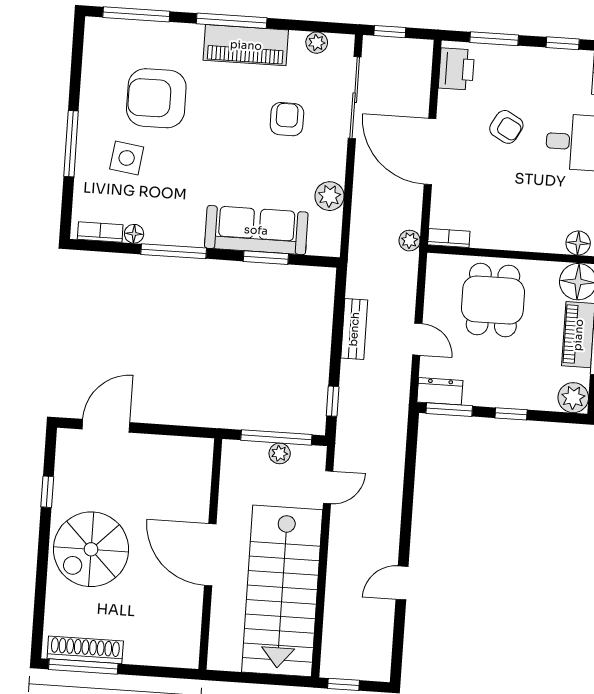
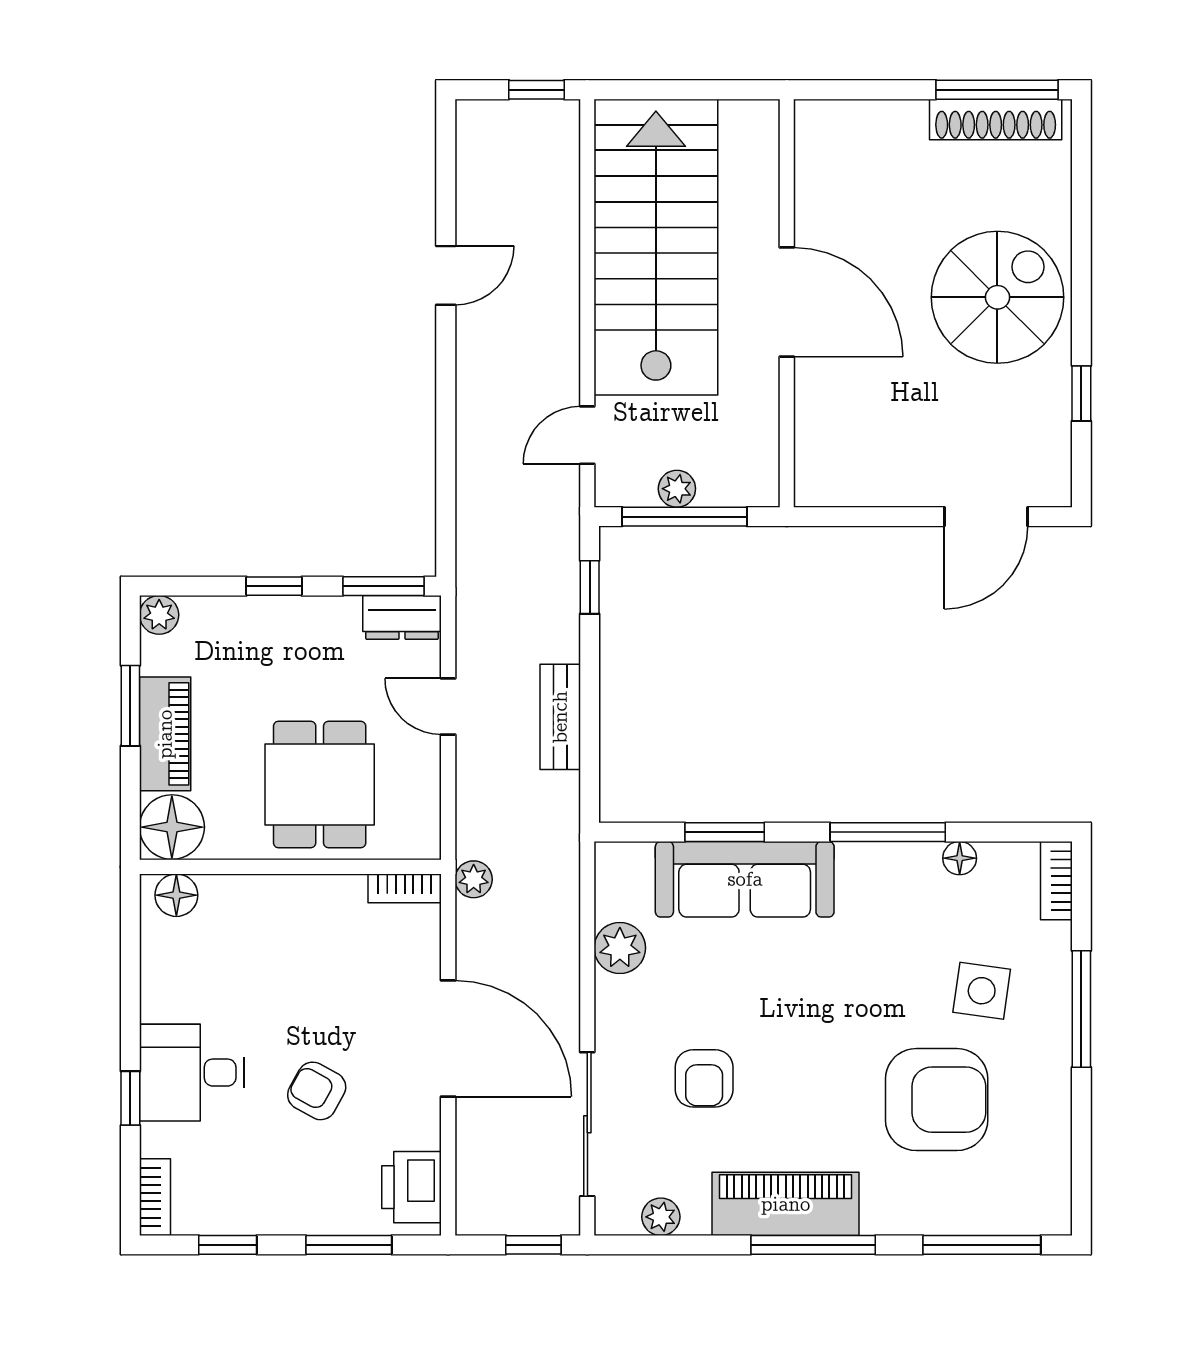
bookcase: (100, 232) -> (1056, 881), moved, turned 90
plant: (573, 398) -> (159, 615), width x0.73, depth x0.73

